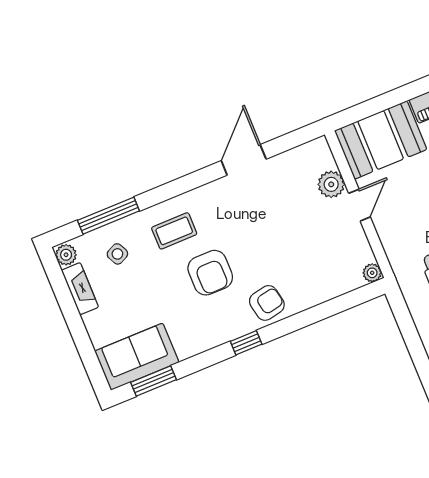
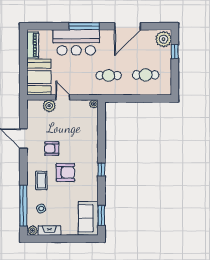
window: (108, 216) -> (23, 206), width x1.46
armchair: (267, 303) -> (52, 149), moved, turned -79

